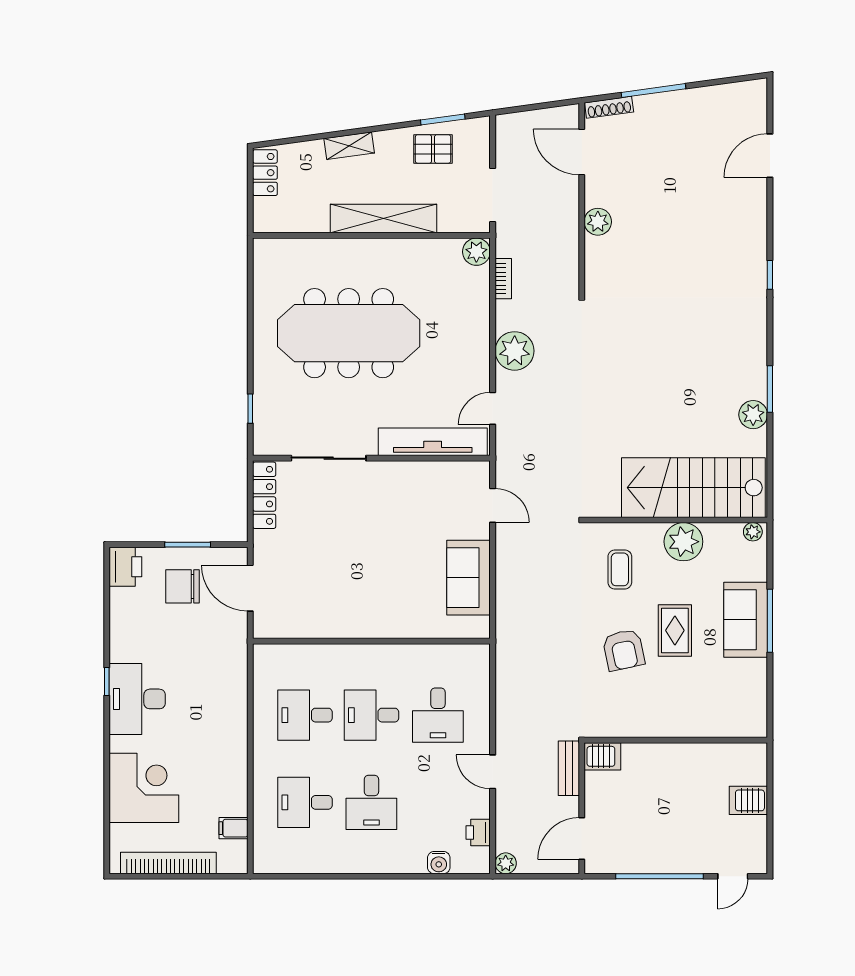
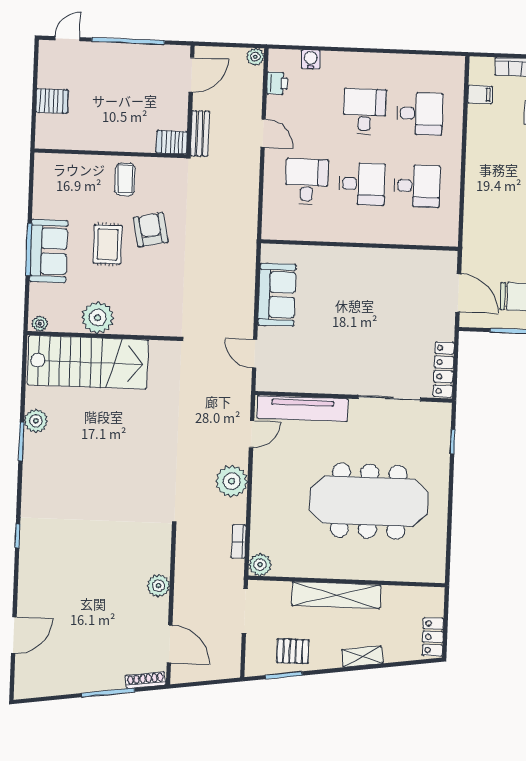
coffee table: (620, 569) -> (125, 179), moved

